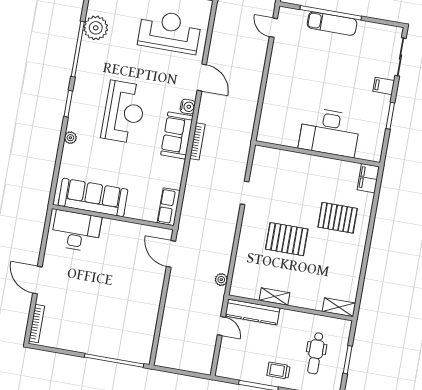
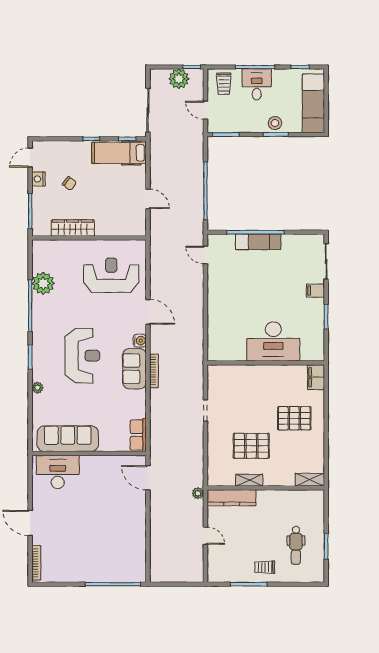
shelving: (274, 297) -> (249, 480), moved
shelving: (339, 307) -> (310, 480), moved
wall: (291, 308) -> (266, 488), moved
kitchen counter: (252, 312) -> (232, 498), moved

